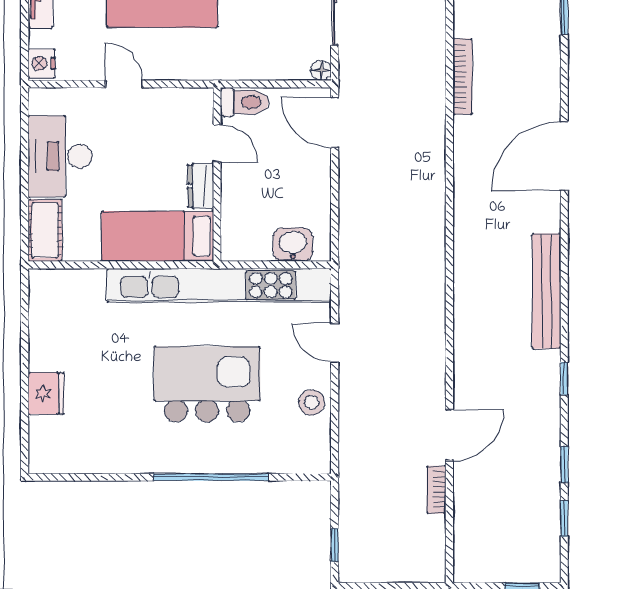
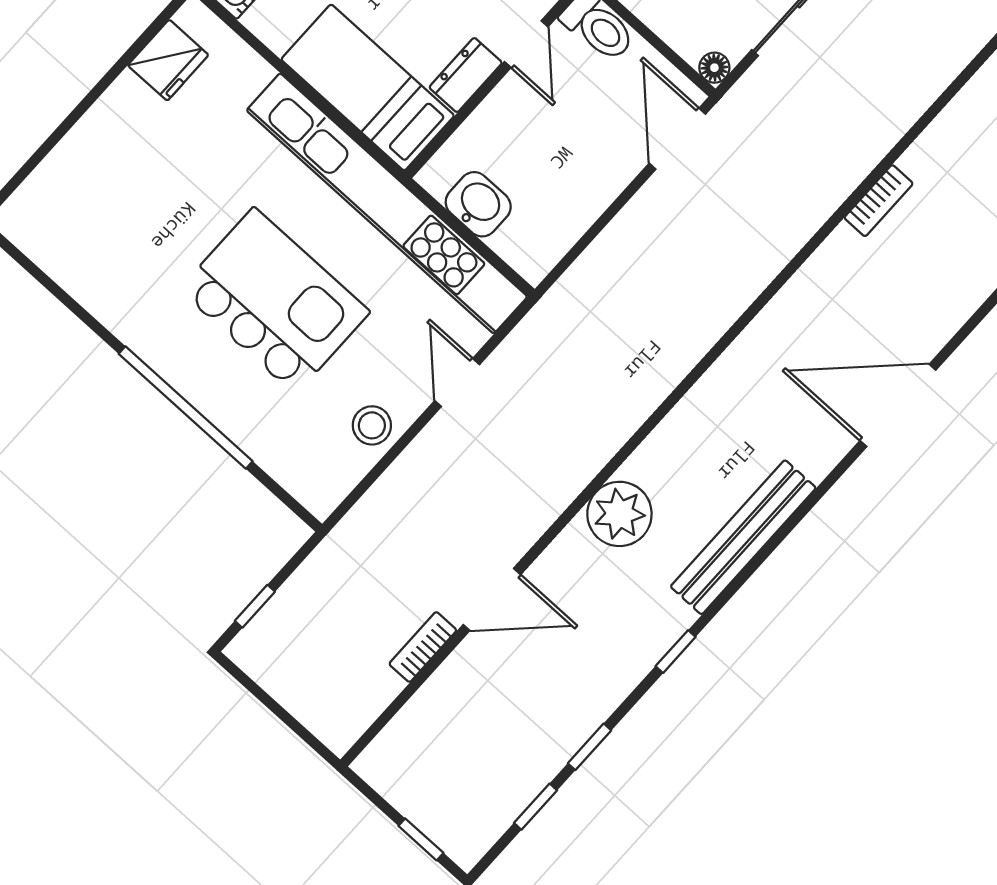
bookcase: (463, 76) -> (879, 201), width x0.64
washbasin: (293, 245) -> (478, 204), moved
plant: (474, 335) -> (619, 514), added
fridge: (46, 393) -> (168, 60), moved

